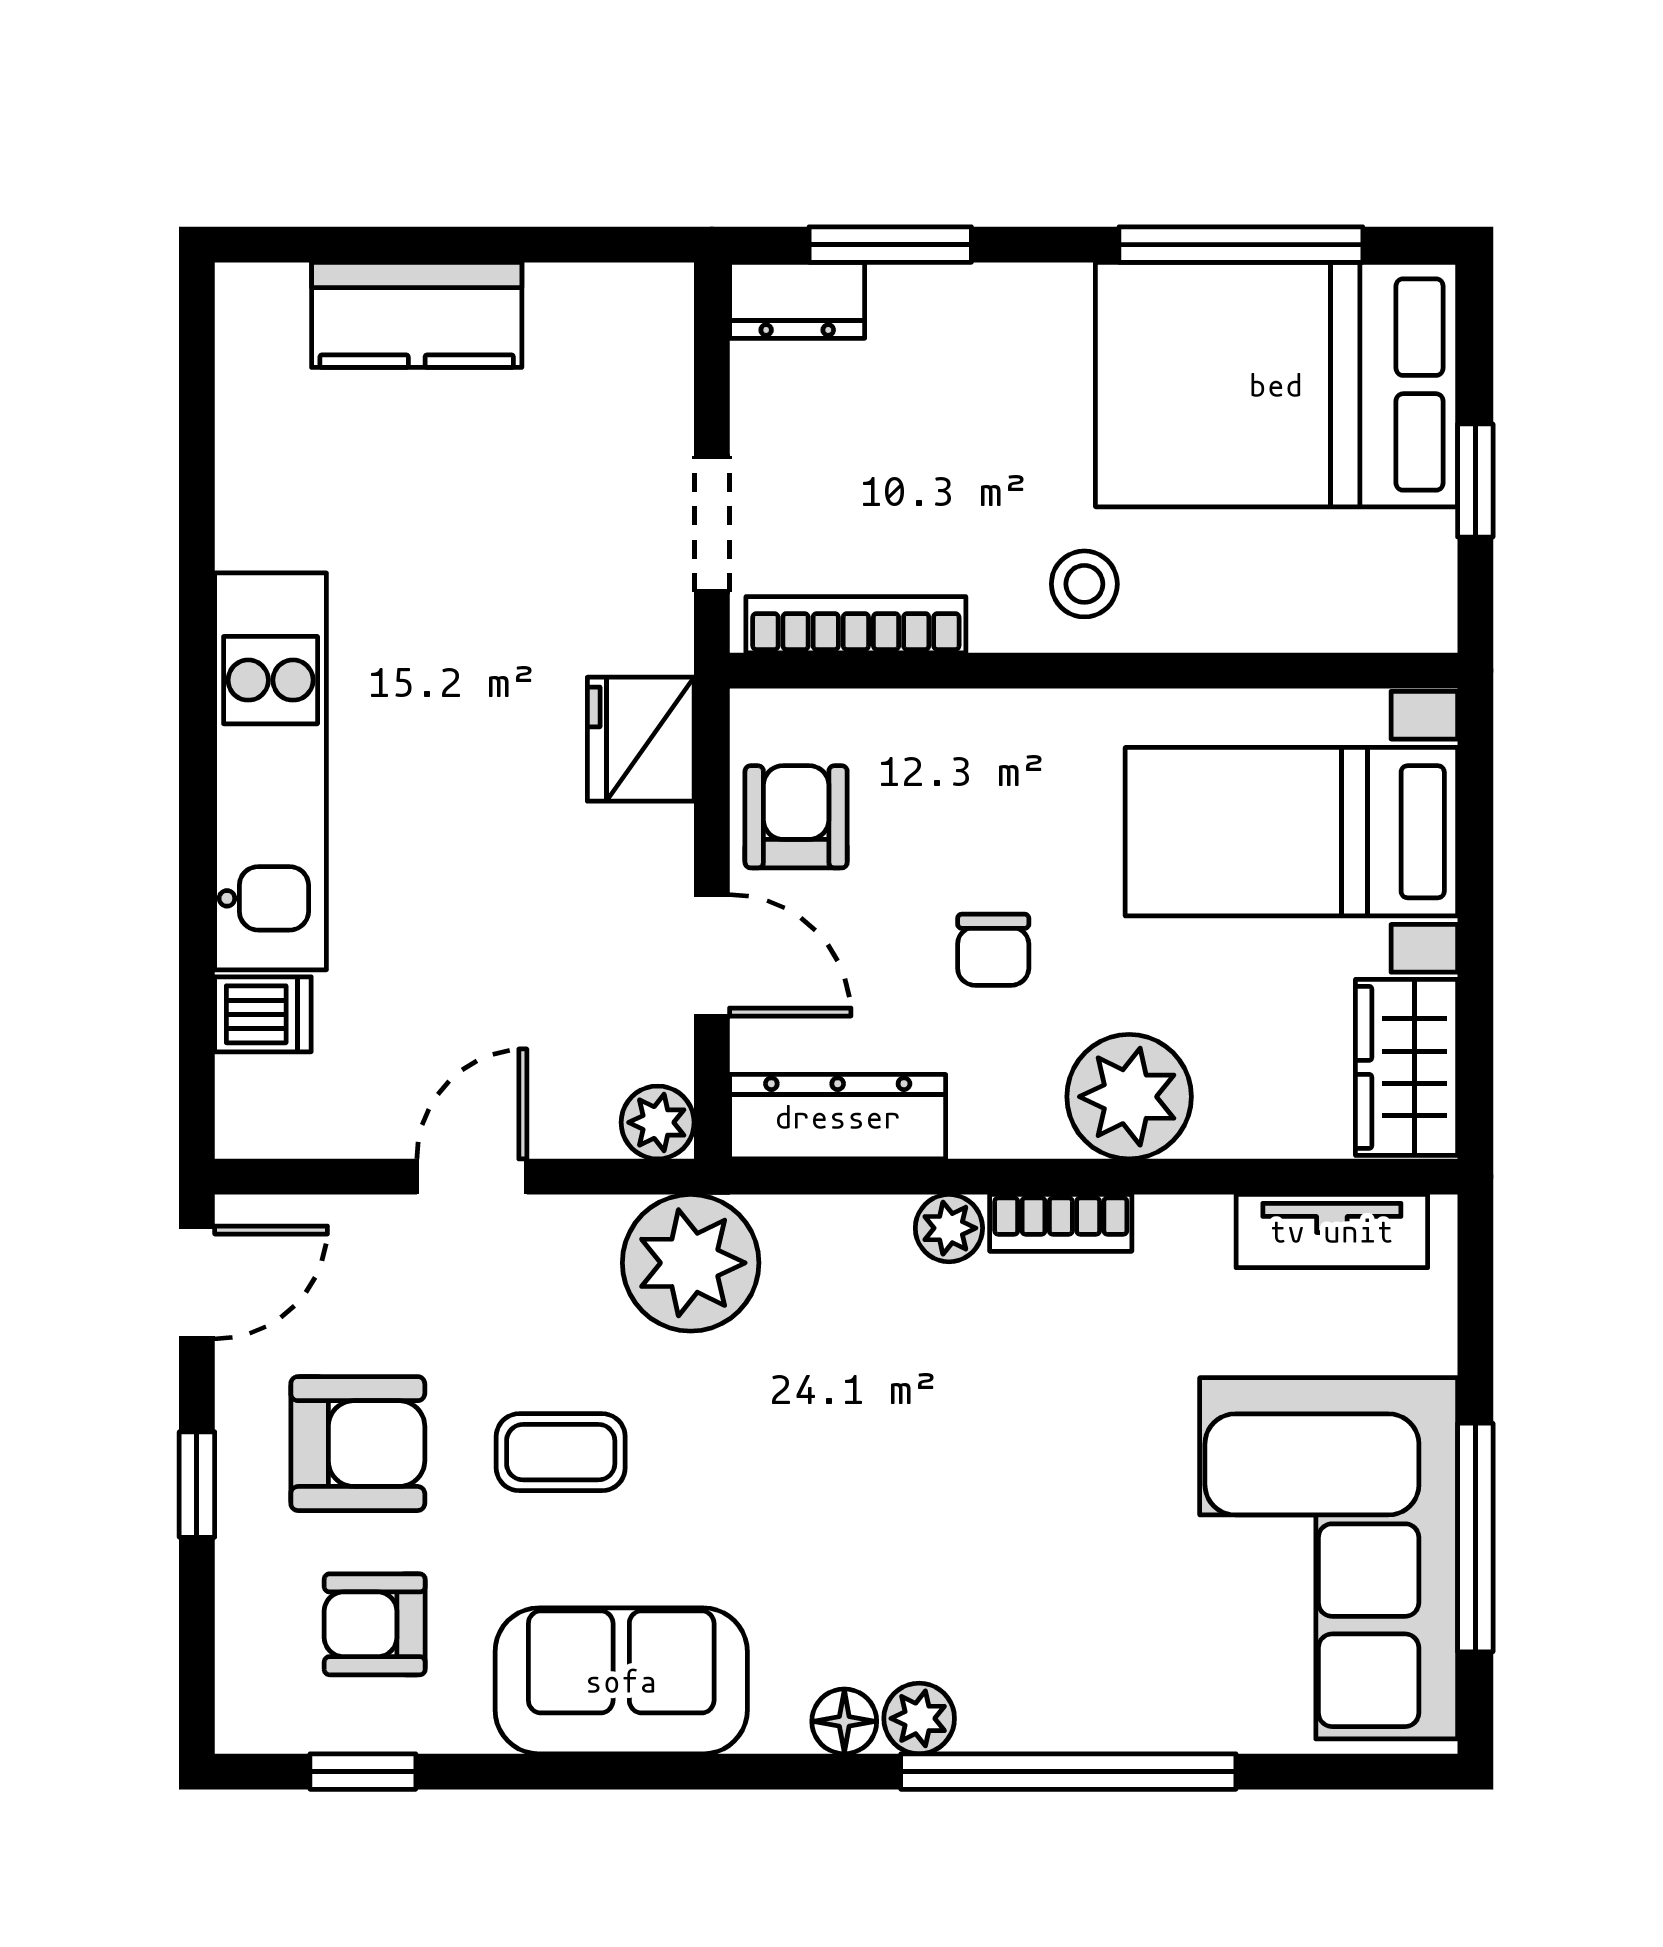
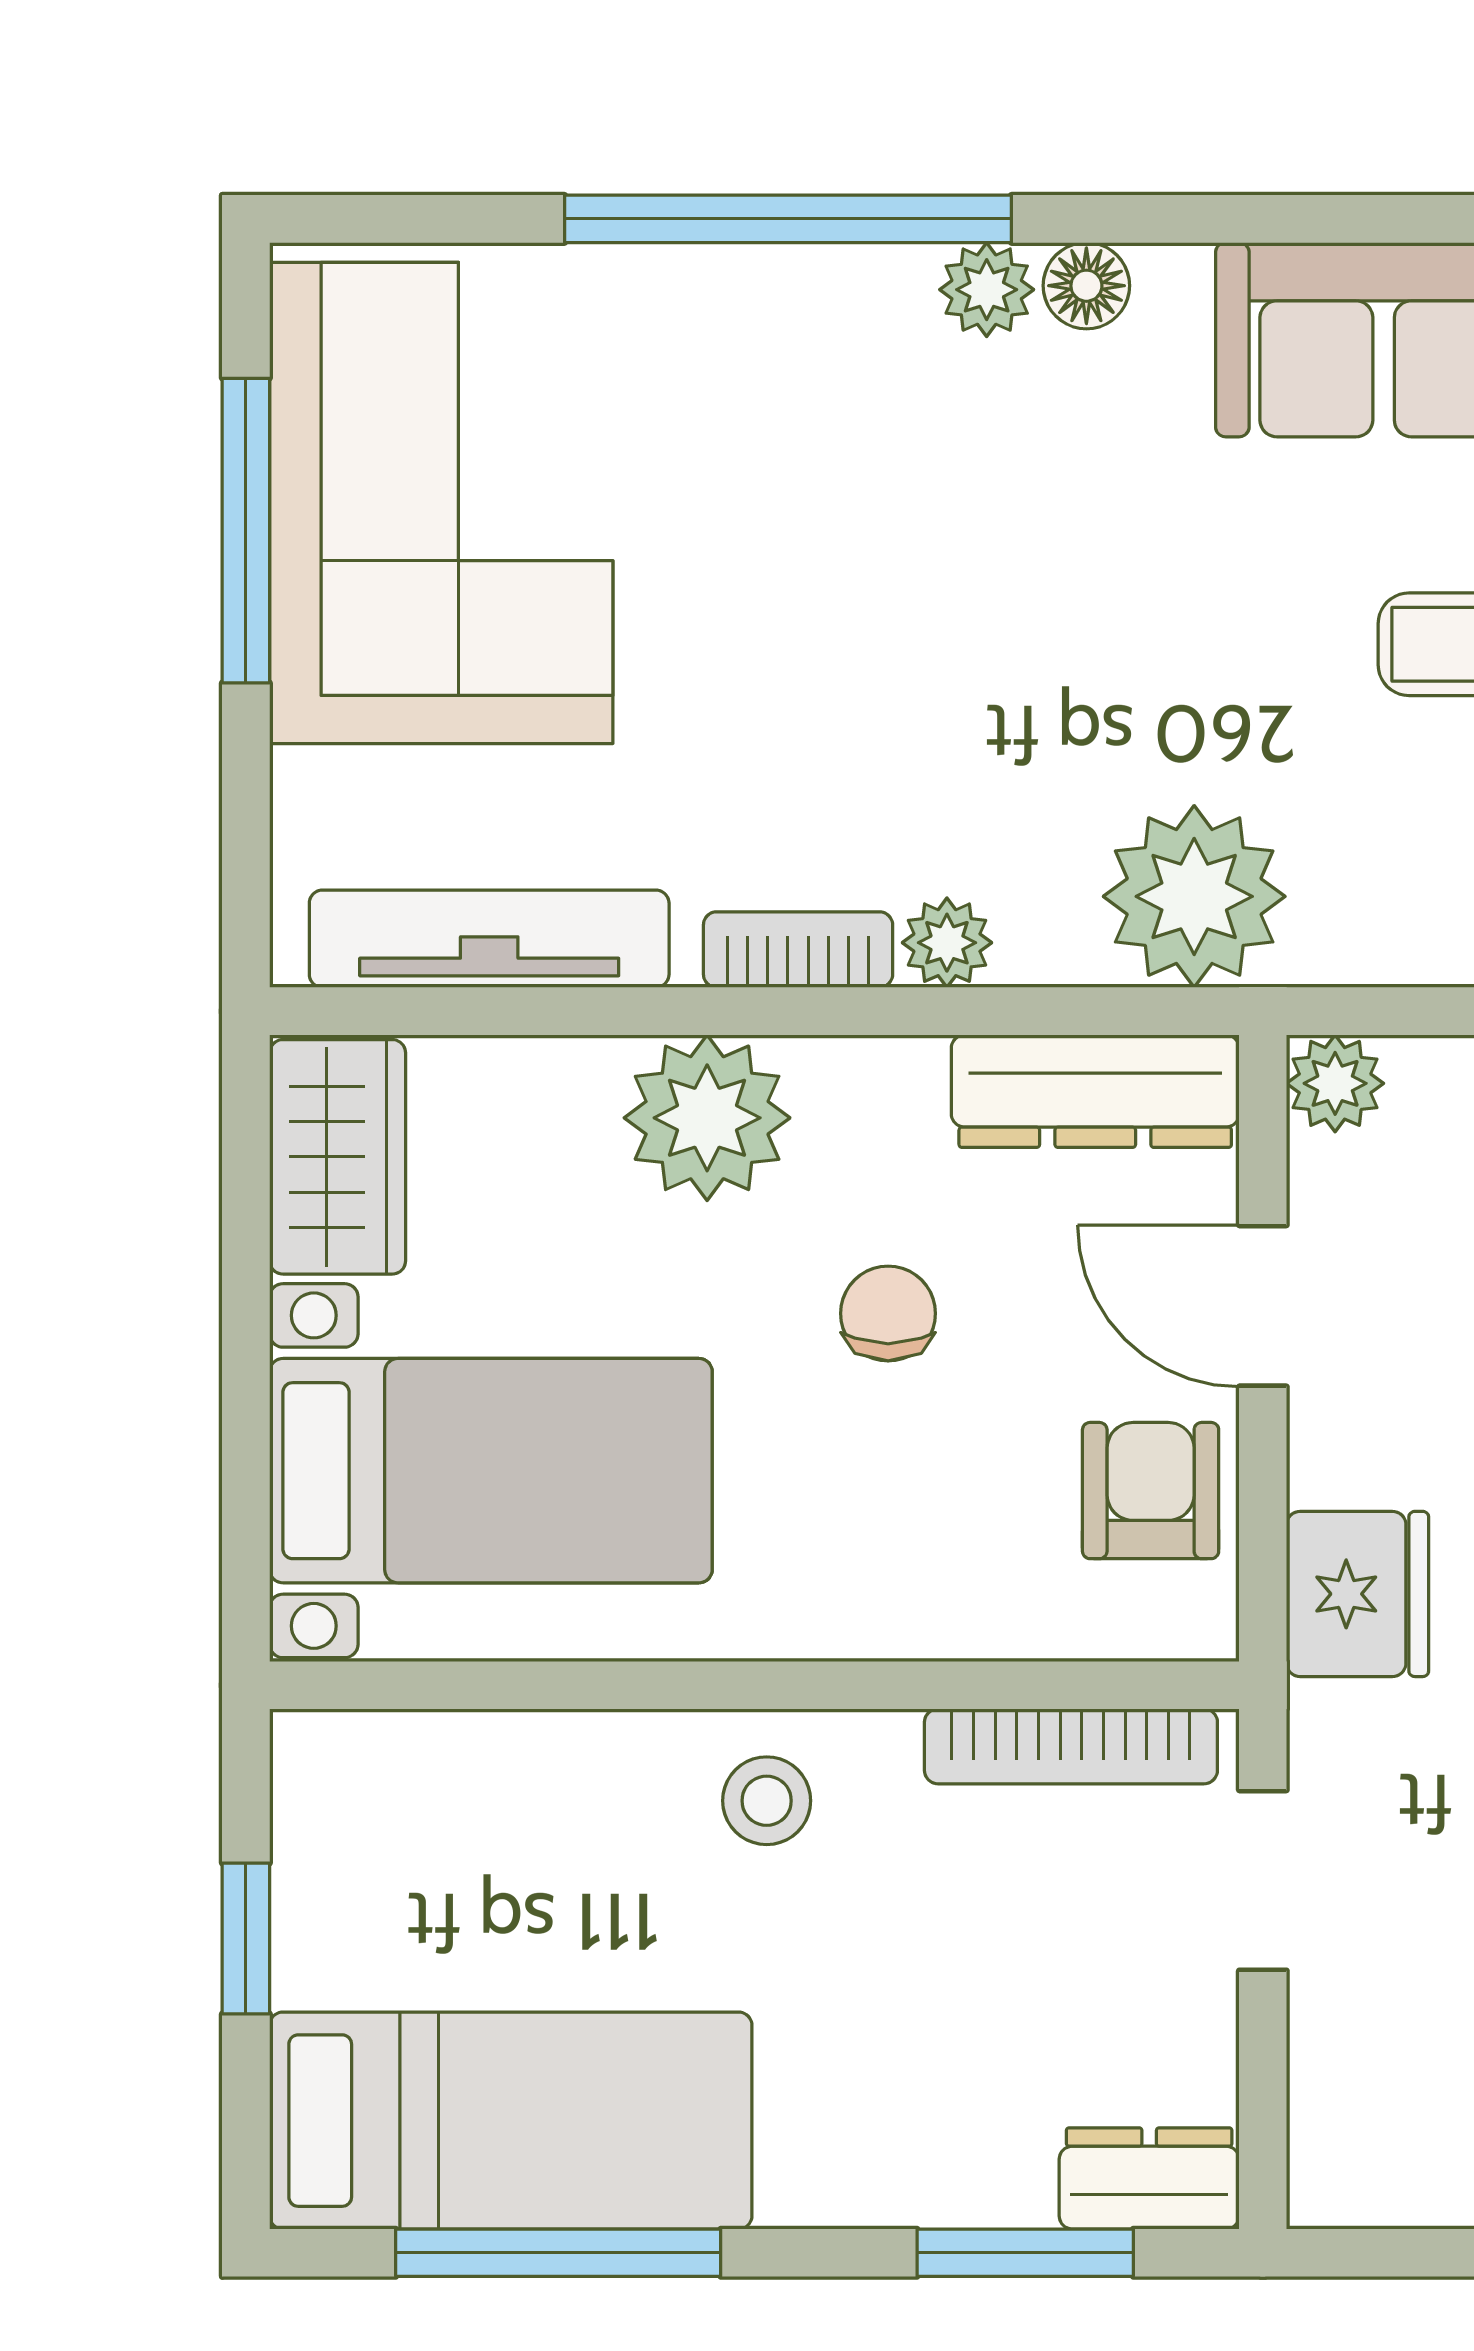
bed: (1276, 385) -> (511, 2121), width x0.67
armchair: (796, 817) -> (1151, 1491), turned 180
tv unit: (1332, 1231) -> (489, 939), width x1.41
plant: (691, 1263) -> (1194, 896), moved

